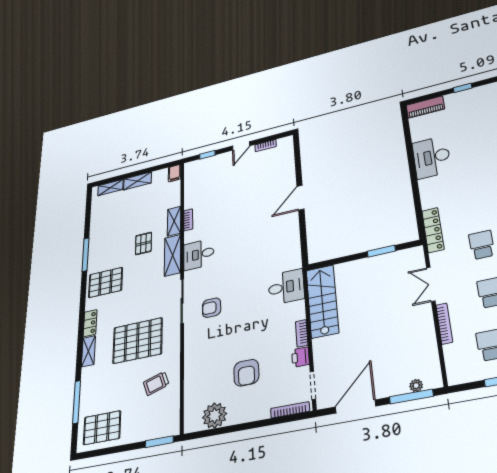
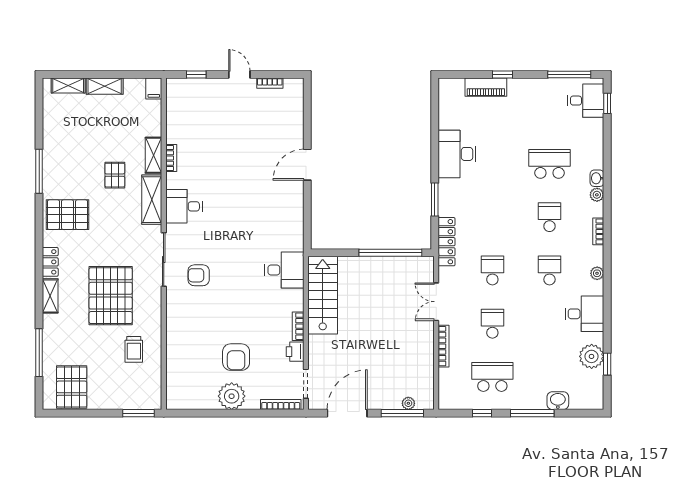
piano: (425, 107) -> (486, 87), moved
door: (241, 146) -> (239, 75), swing flipped
window: (417, 198) -> (435, 200), added
window: (381, 251) -> (390, 253), width x2.11
pallet: (138, 341) -> (111, 296), turned 90
trolley: (156, 383) -> (134, 349), turned -72
plant: (215, 416) -> (232, 396), moved
pallet: (102, 428) -> (72, 387), turned 90

